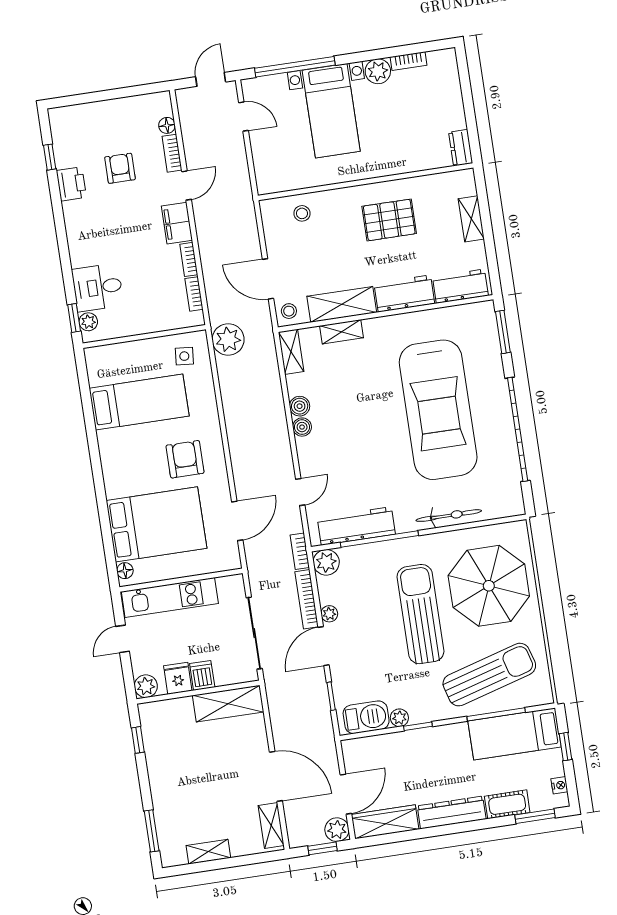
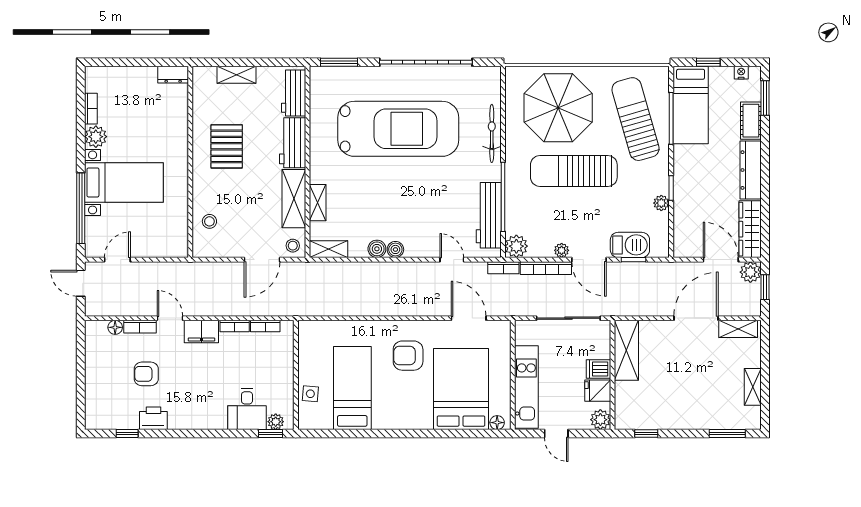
plant: (228, 339) -> (309, 302), removed
side table: (184, 356) -> (310, 394), moved
barbecue: (366, 717) -> (630, 245), moved, turned 90

